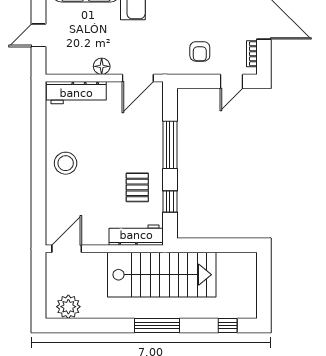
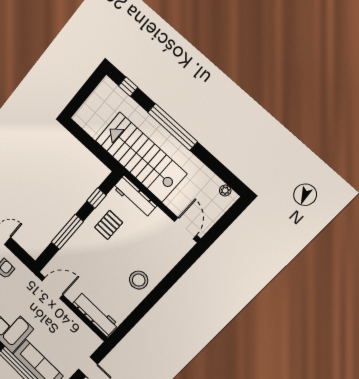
floor lamp: (102, 66) -> (67, 314), removed
door: (67, 249) -> (185, 228), swing flipped
plant: (68, 307) -> (225, 190), width x0.53, depth x0.53
window: (157, 326) -> (172, 127), width x1.46

